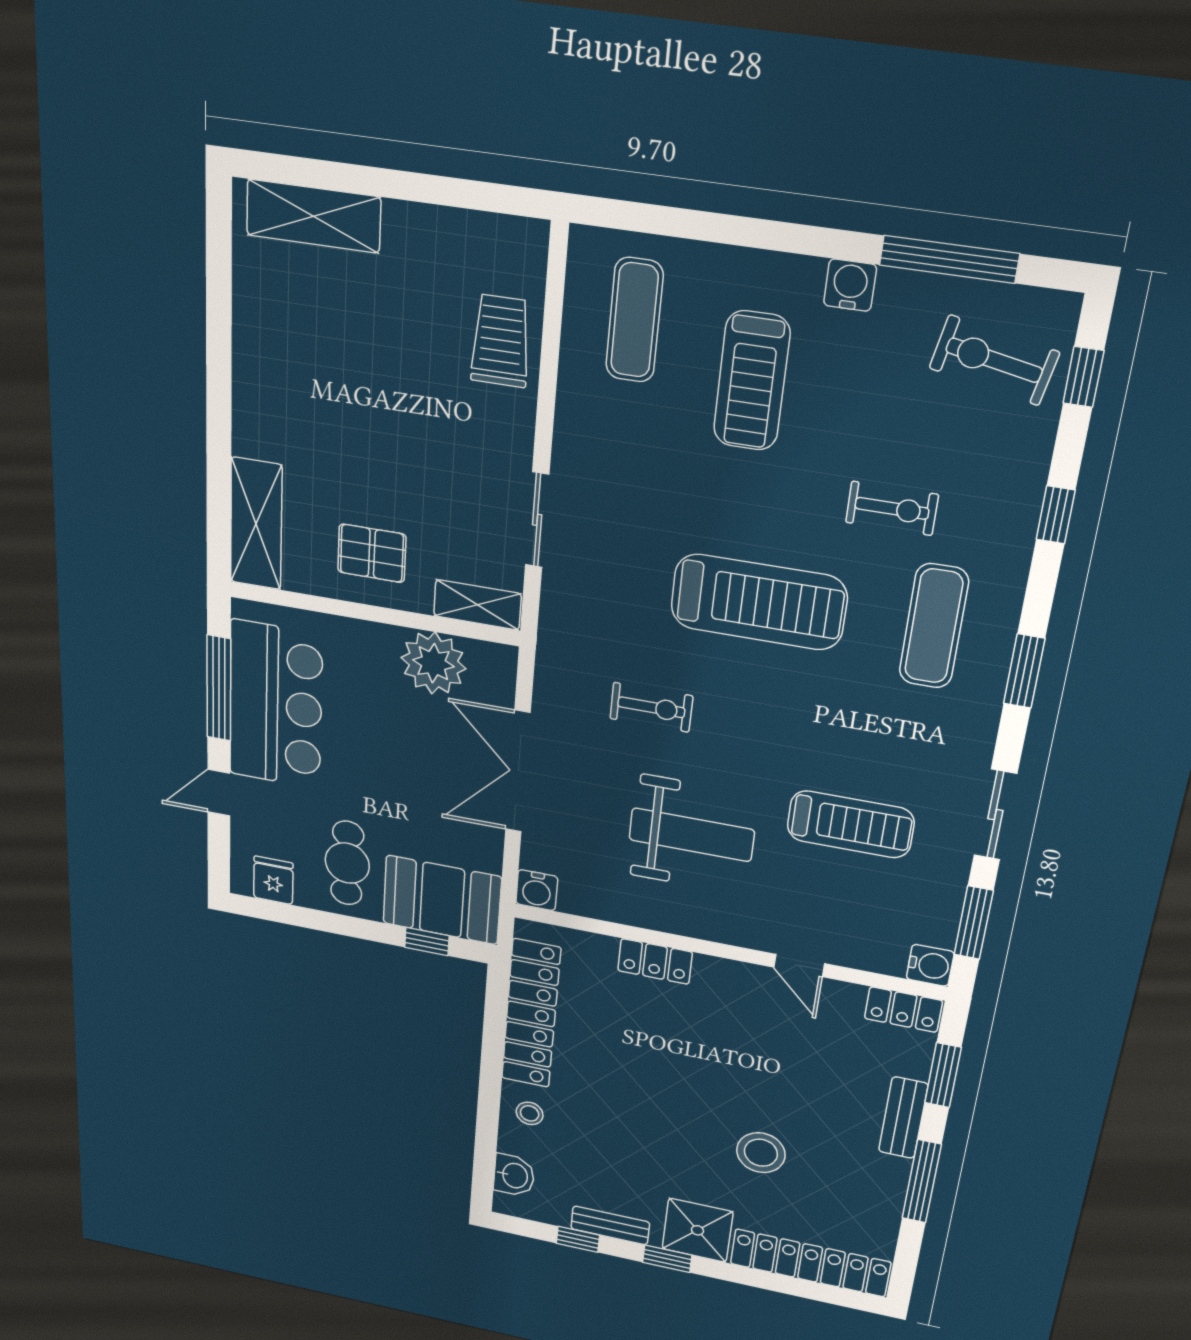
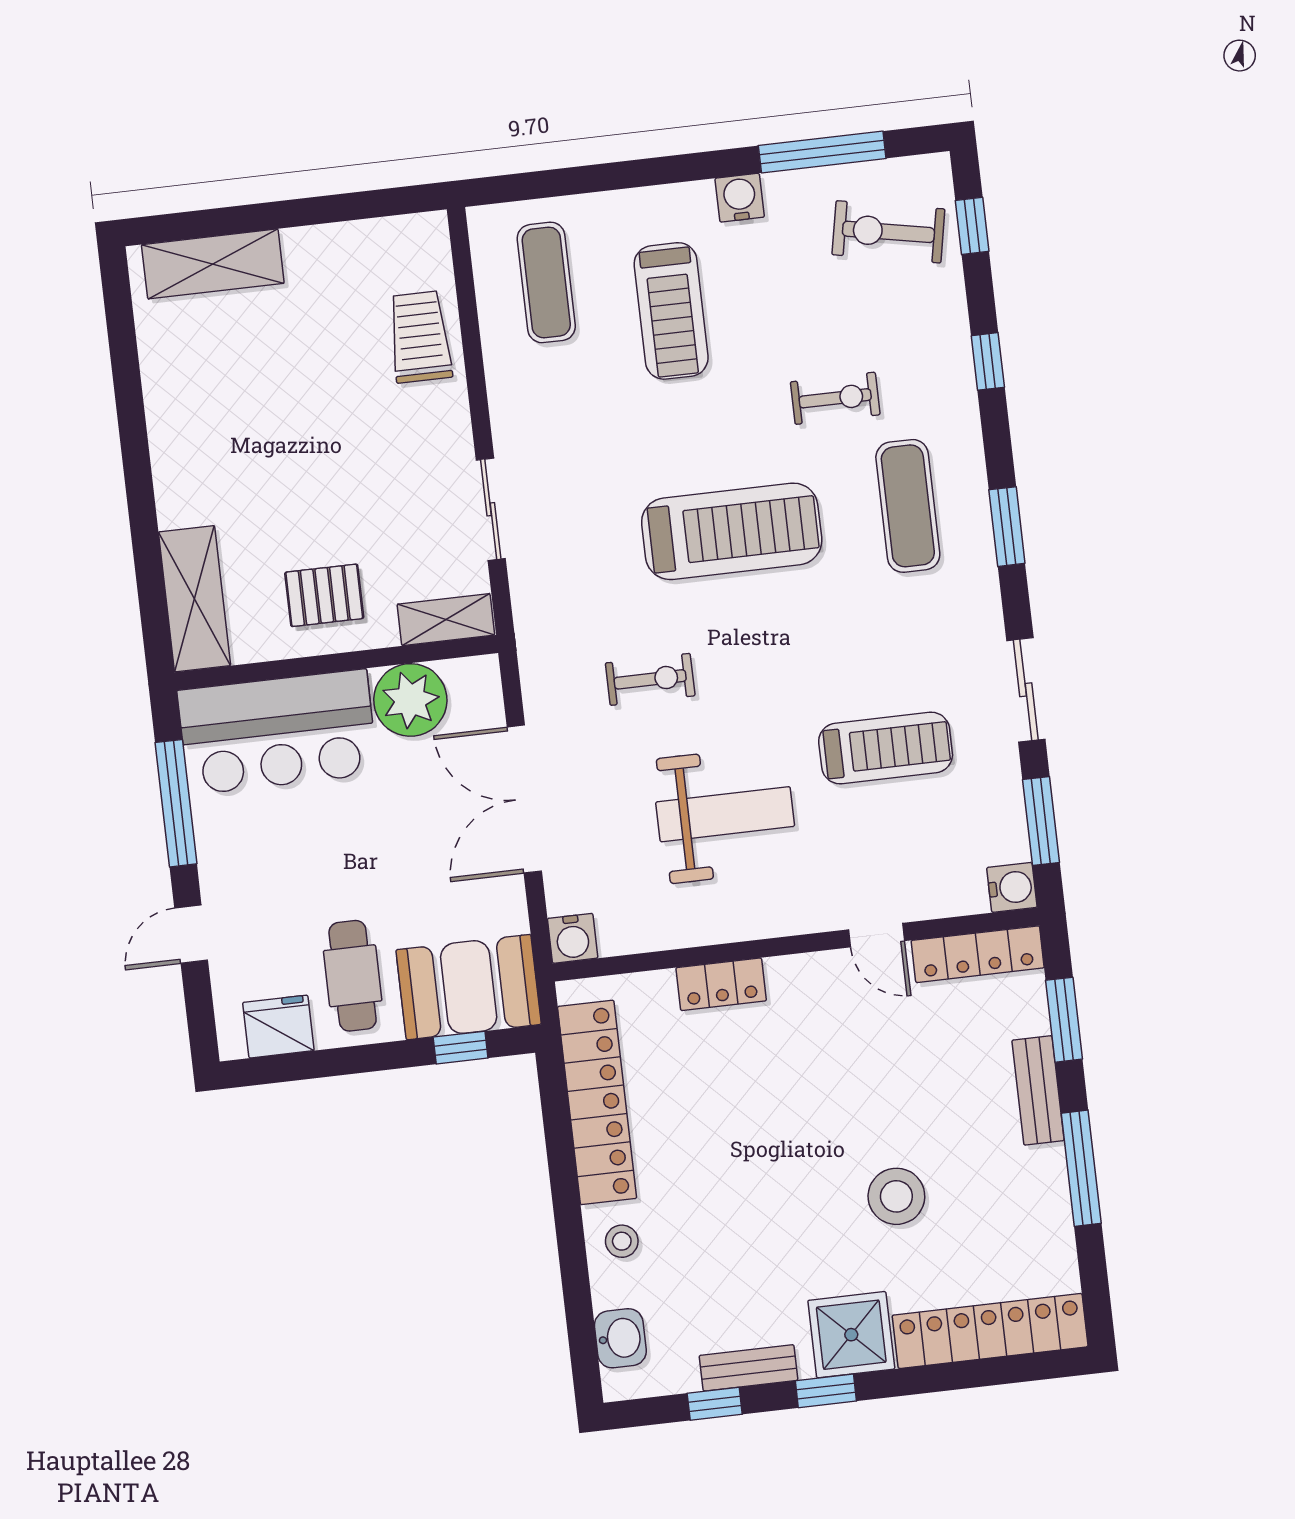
bar counter: (276, 705) -> (278, 732), moved, turned 90
fridge: (273, 880) -> (278, 1027), width x1.38
locker: (903, 1010) -> (978, 954), width x1.53

